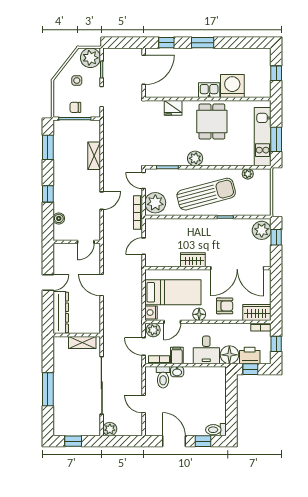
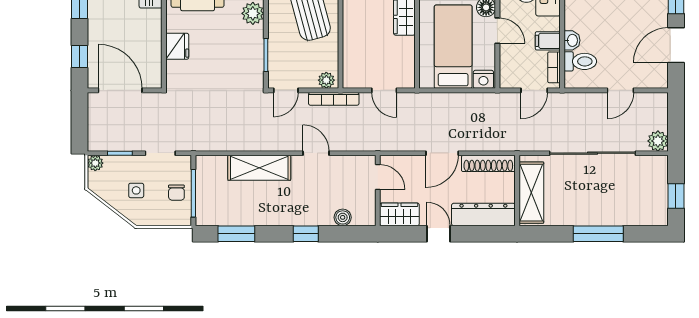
plant: (90, 58) -> (95, 163), width x0.53, depth x0.53
shelving: (94, 156) -> (259, 168), width x1.50, depth x1.33
plant: (155, 203) -> (326, 80), width x0.53, depth x0.53
wardrobe: (61, 256) -> (399, 214), added
shoe rack: (95, 316) -> (488, 163), added
door: (172, 322) -> (497, 31), moved
plant: (153, 330) -> (510, 76), removed
shelving: (82, 342) -> (531, 193), width x1.50, depth x1.33

